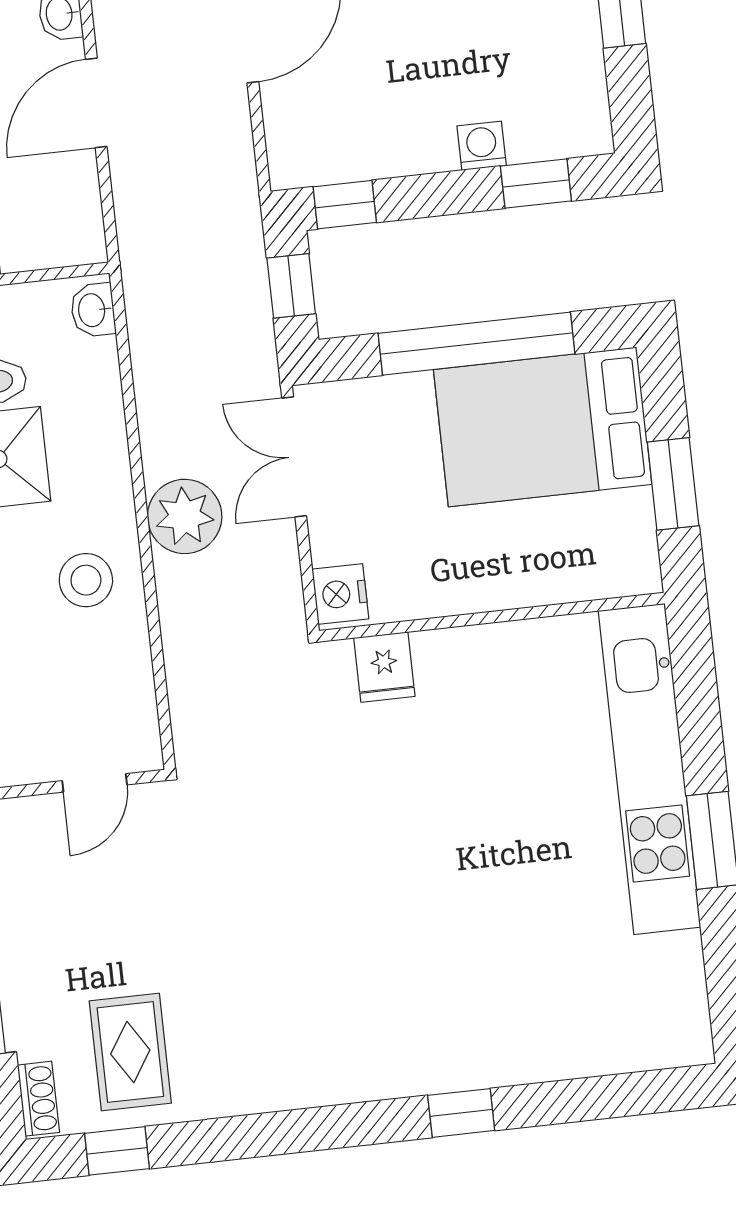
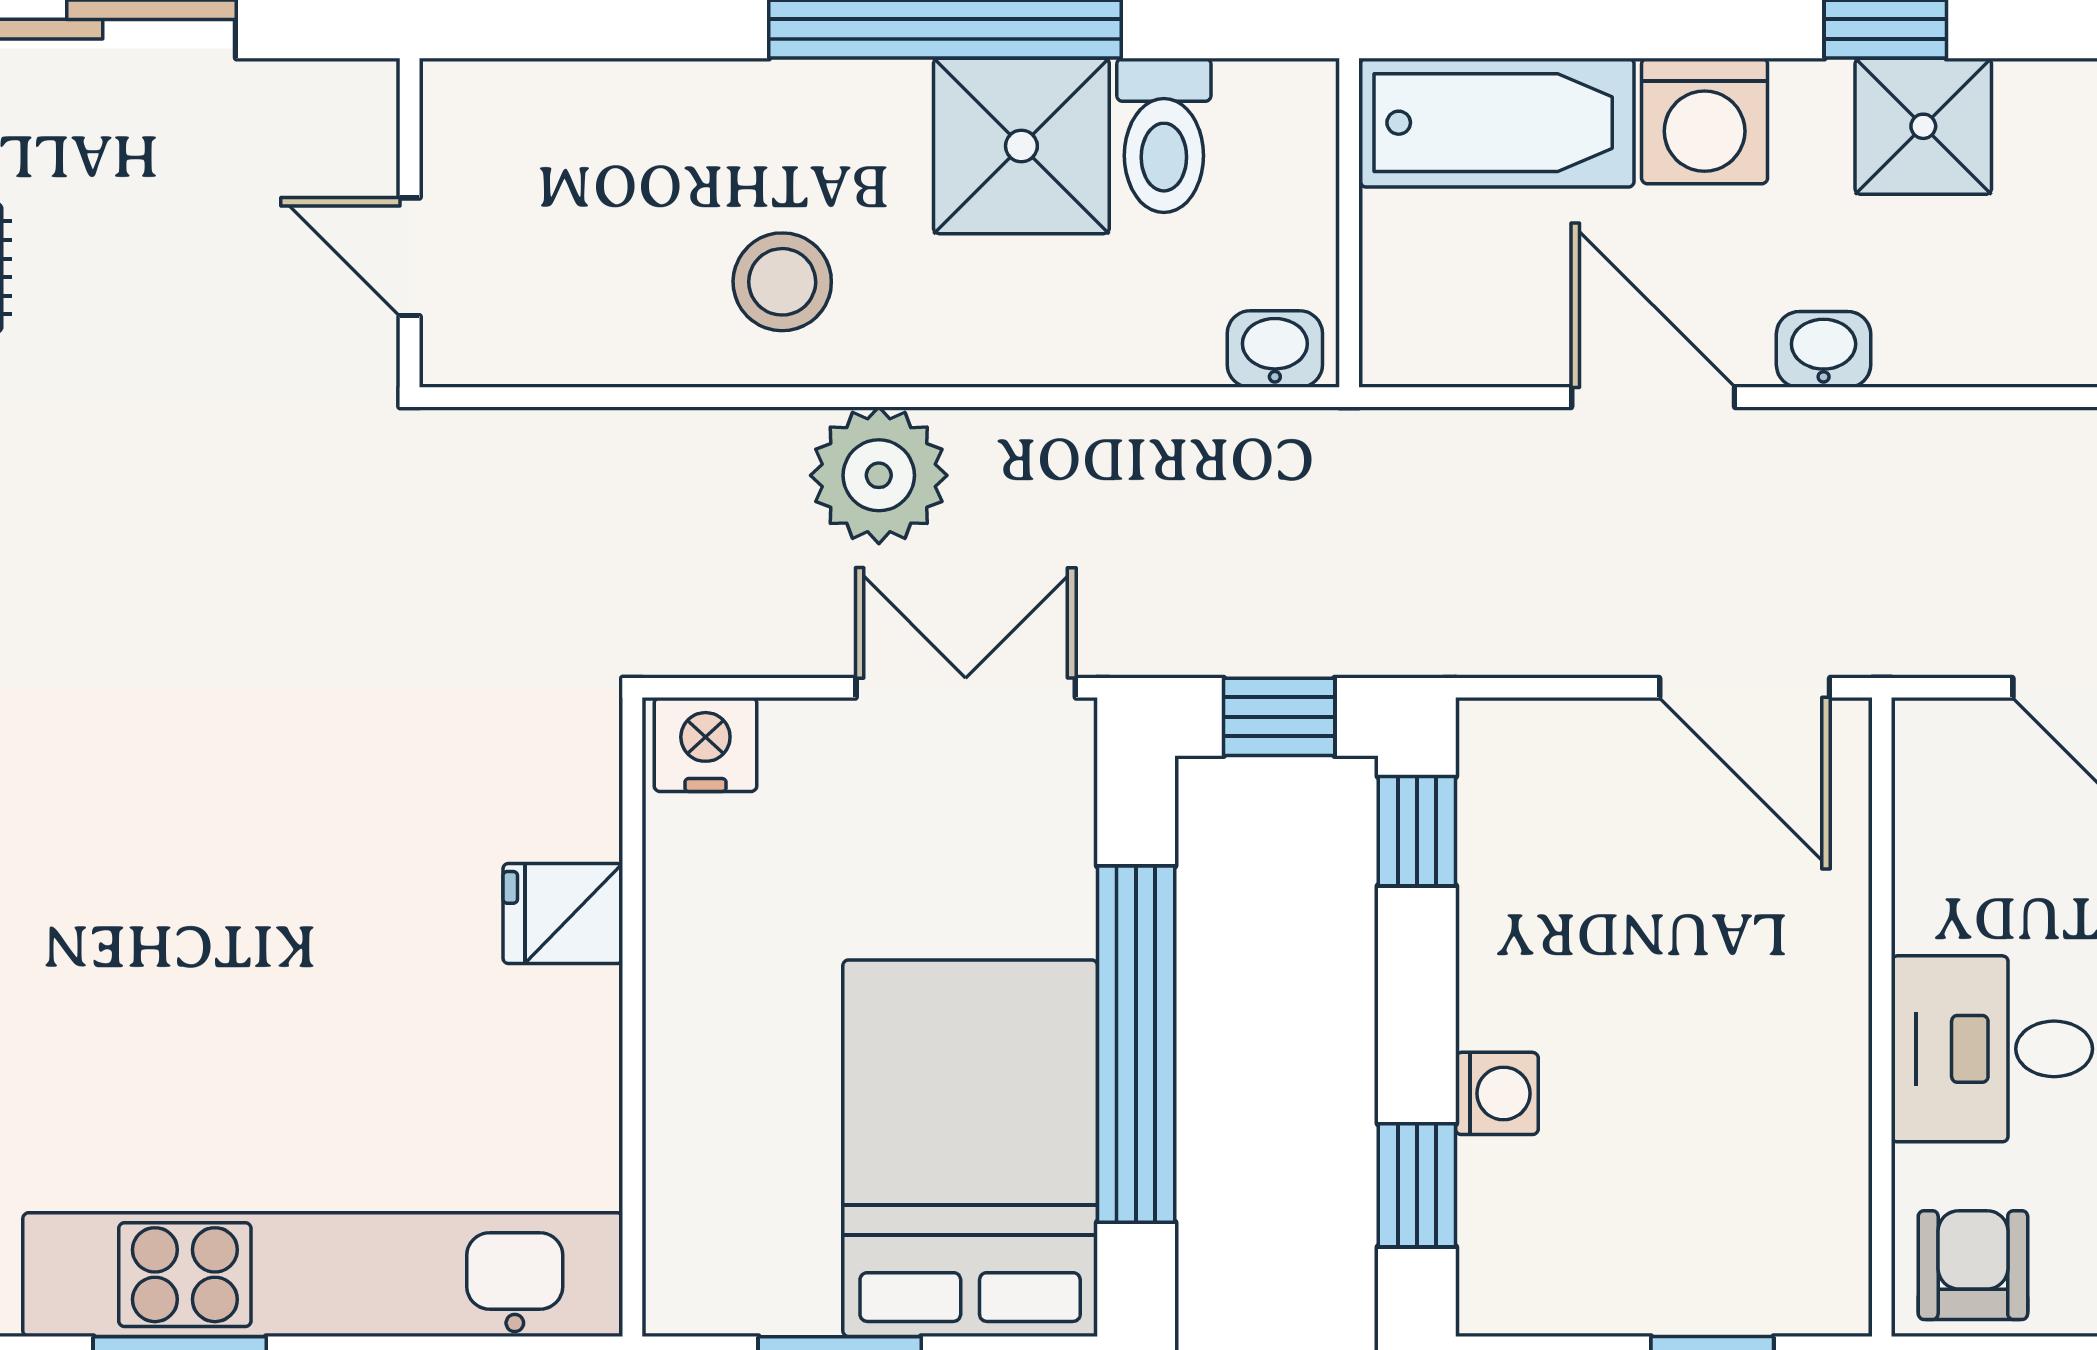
fridge: (384, 667) -> (563, 913), moved

